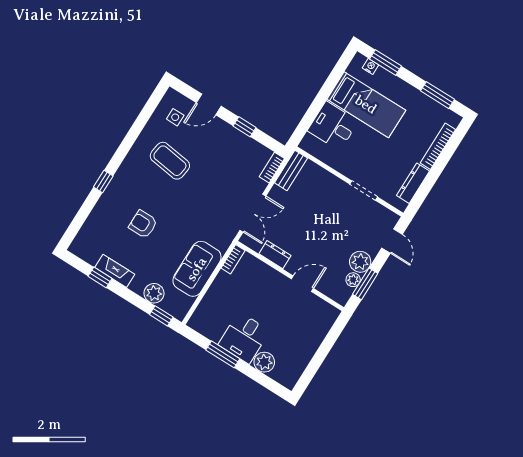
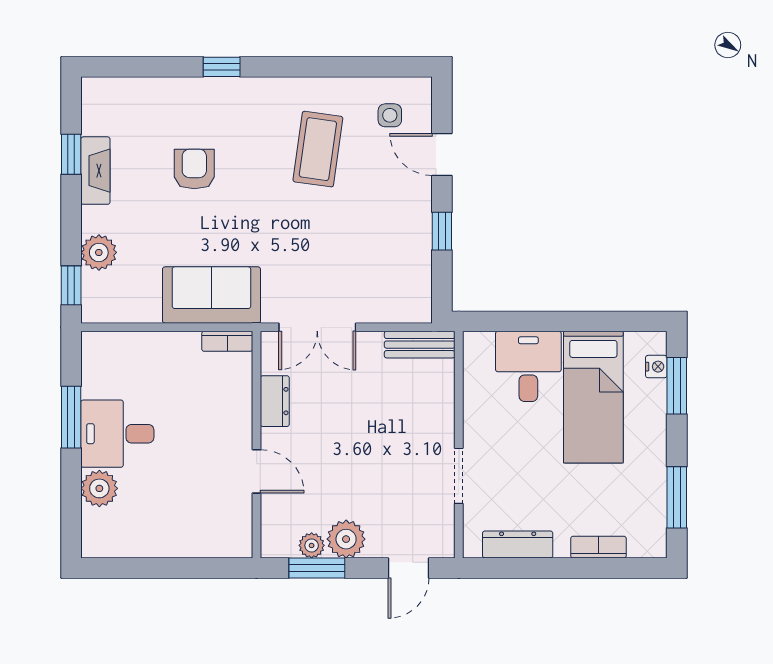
bookcase: (438, 146) -> (598, 547), width x0.64
bookcase: (272, 168) -> (406, 313), removed
sofa: (197, 269) -> (211, 295), moved

